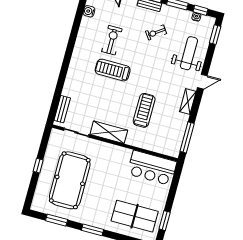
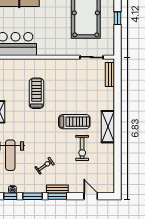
water cooler: (89, 11) -> (110, 168), removed
treadmill: (144, 110) -> (36, 93), turned 180
shelving: (109, 132) -> (108, 127), moved, turned 90

